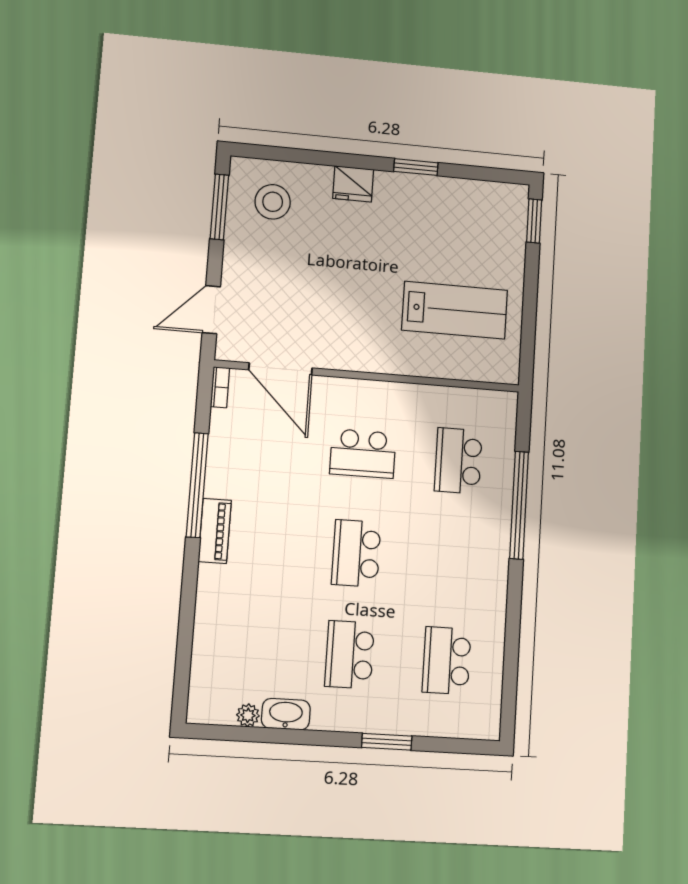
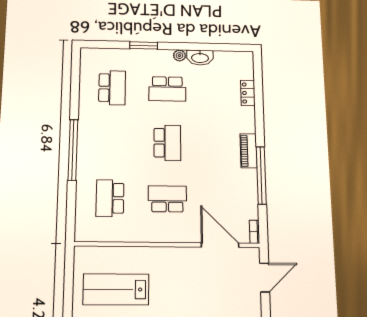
school desk: (458, 461) -> (110, 198), turned 180
window: (519, 505) -> (73, 150), moved
locker: (204, 641) -> (248, 93), added
school desk: (350, 655) -> (167, 89), turned 90
plant: (248, 715) -> (179, 56), moved

